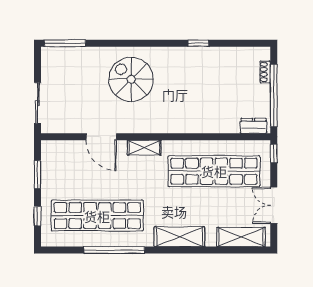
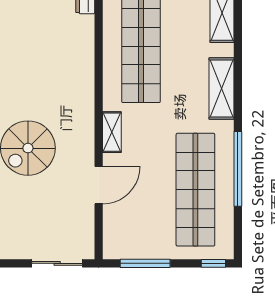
window: (37, 175) -> (145, 263), width x1.44
window: (37, 216) -> (213, 263), moved

